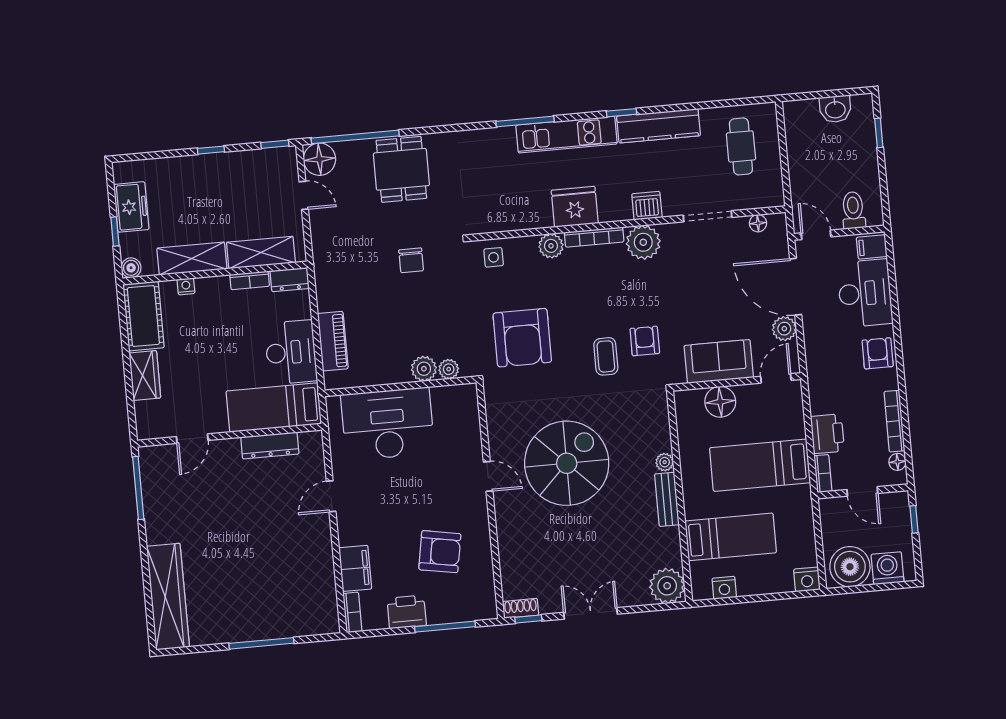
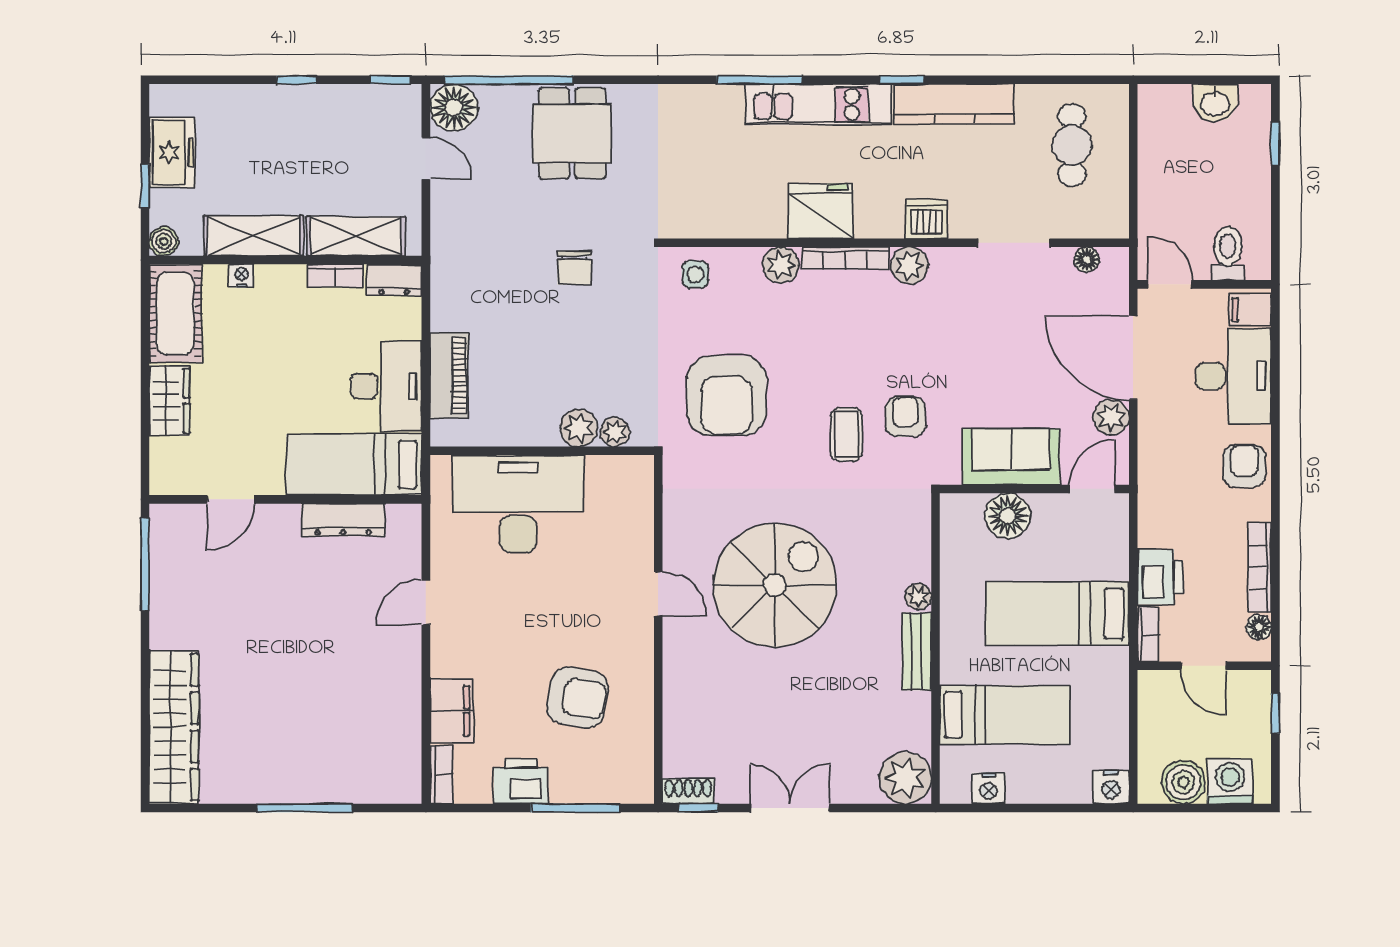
plant: (643, 242) -> (910, 265), width x0.73, depth x0.73
boiler: (850, 567) -> (1183, 782), width x0.73, depth x0.73

